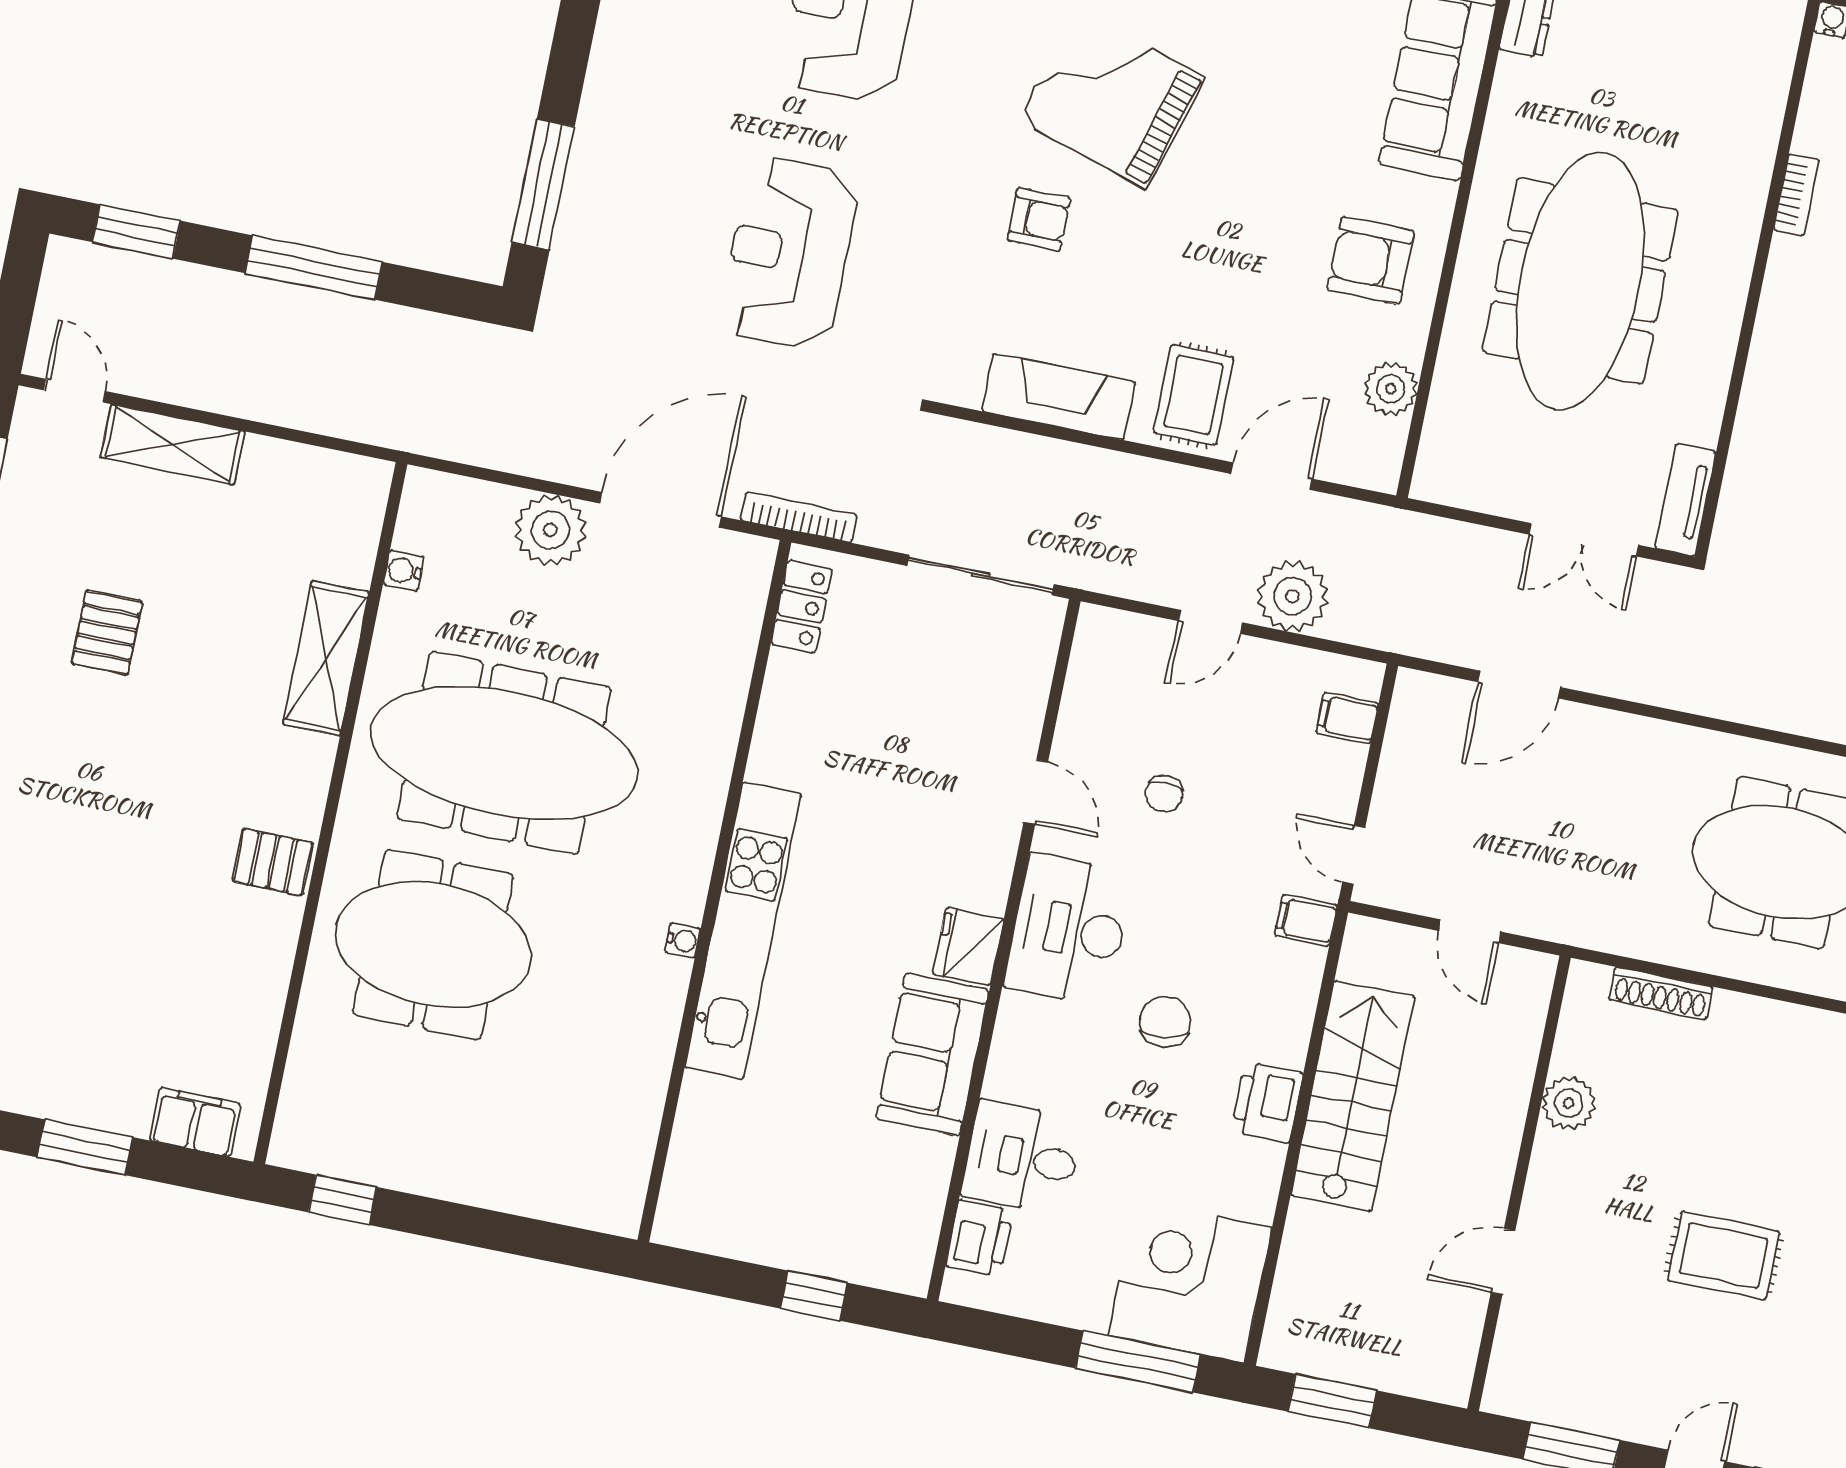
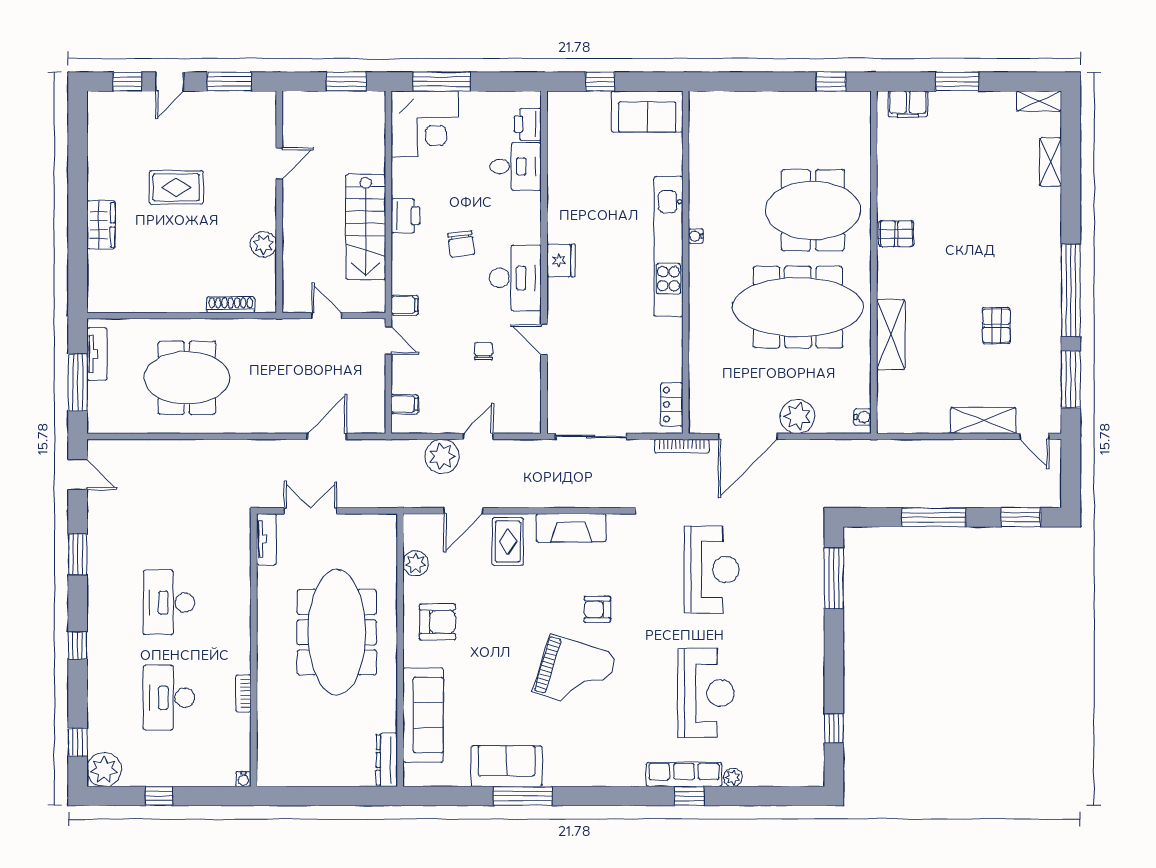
water cooler: (404, 571) -> (863, 417), moved
sofa: (932, 1054) -> (647, 112), moved, turned 90

